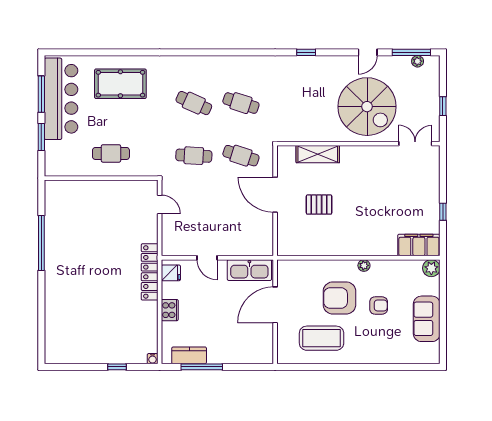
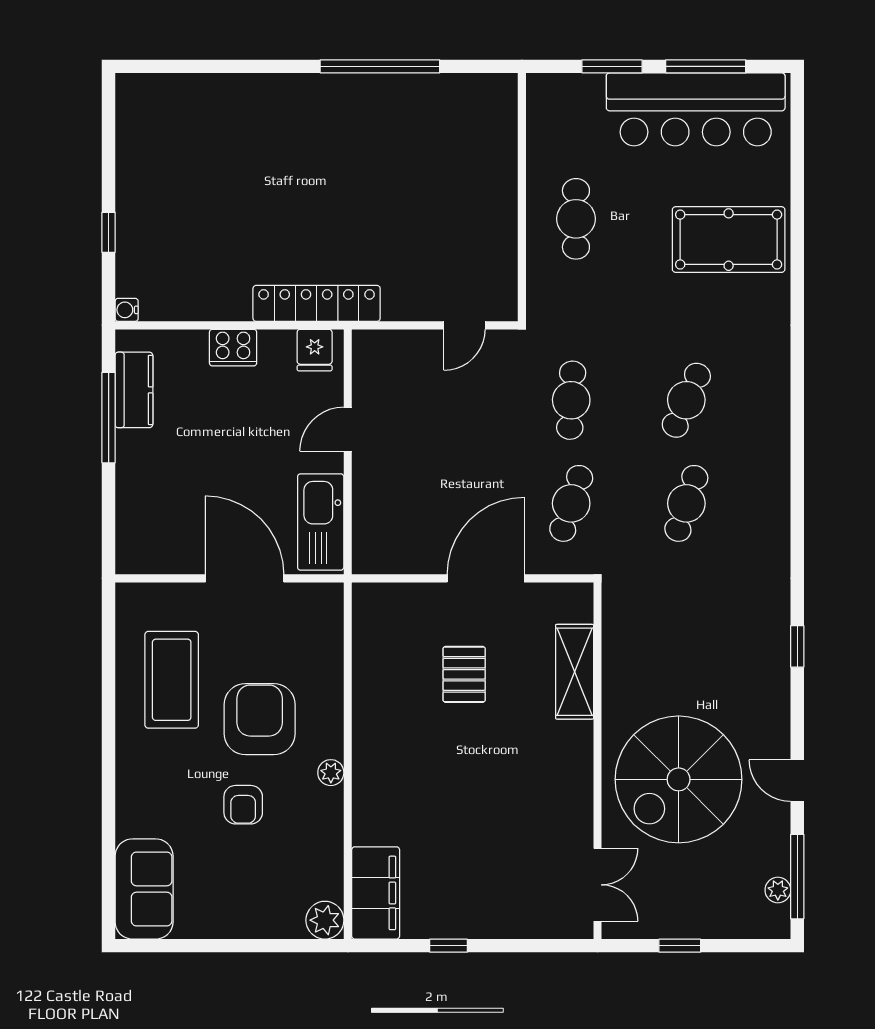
pool table: (120, 84) -> (729, 240), turned 90
sofa: (427, 319) -> (144, 889), moved, turned 90

